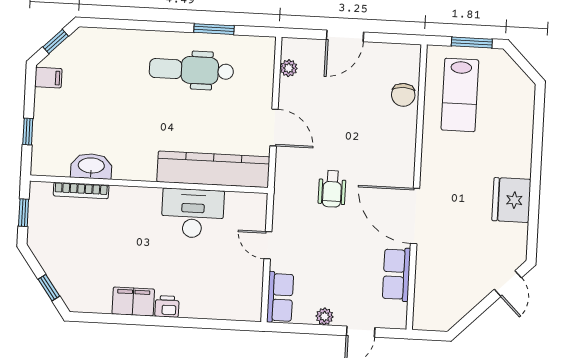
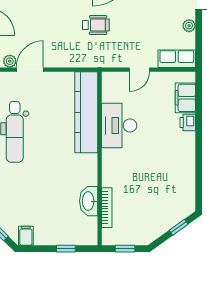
door: (274, 128) -> (30, 70), moved
filing cabinet: (133, 301) -> (185, 98), moved
printer: (167, 306) -> (188, 123), moved

